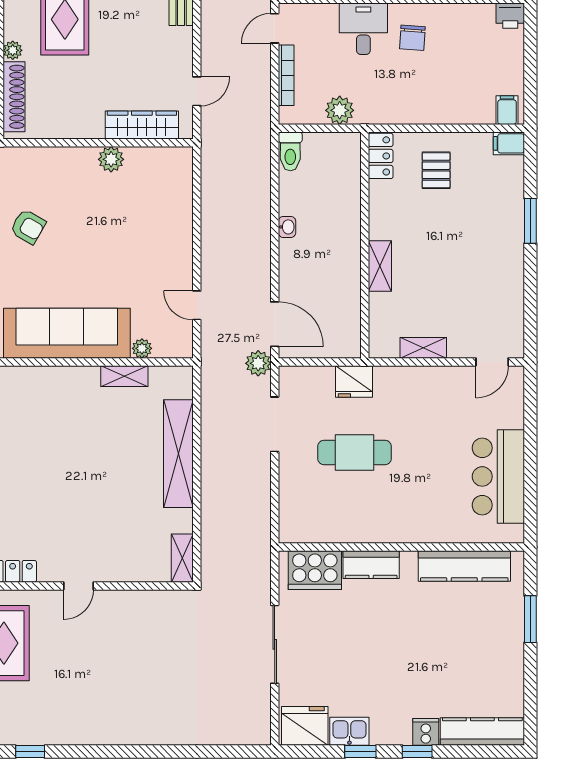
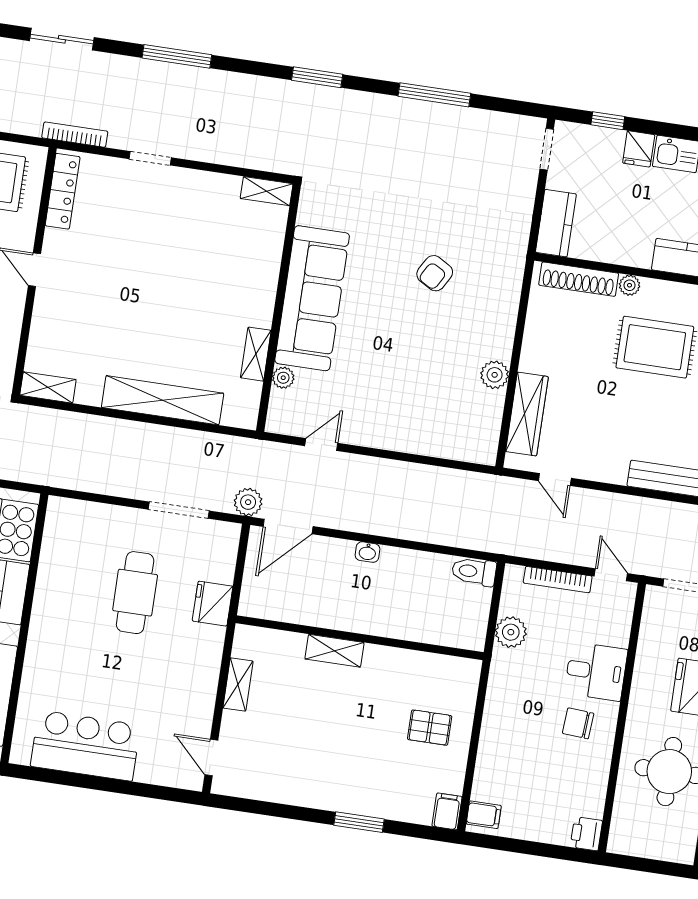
locker: (381, 156) -> (454, 669), removed
washbasin: (287, 227) -> (368, 552), moved

